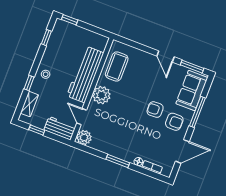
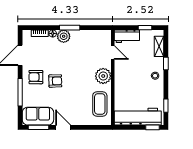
workbench: (85, 74) -> (138, 117), moved, turned -90
sofa: (192, 91) -> (38, 116), moved, turned -90
plant: (84, 137) -> (64, 36), moved

